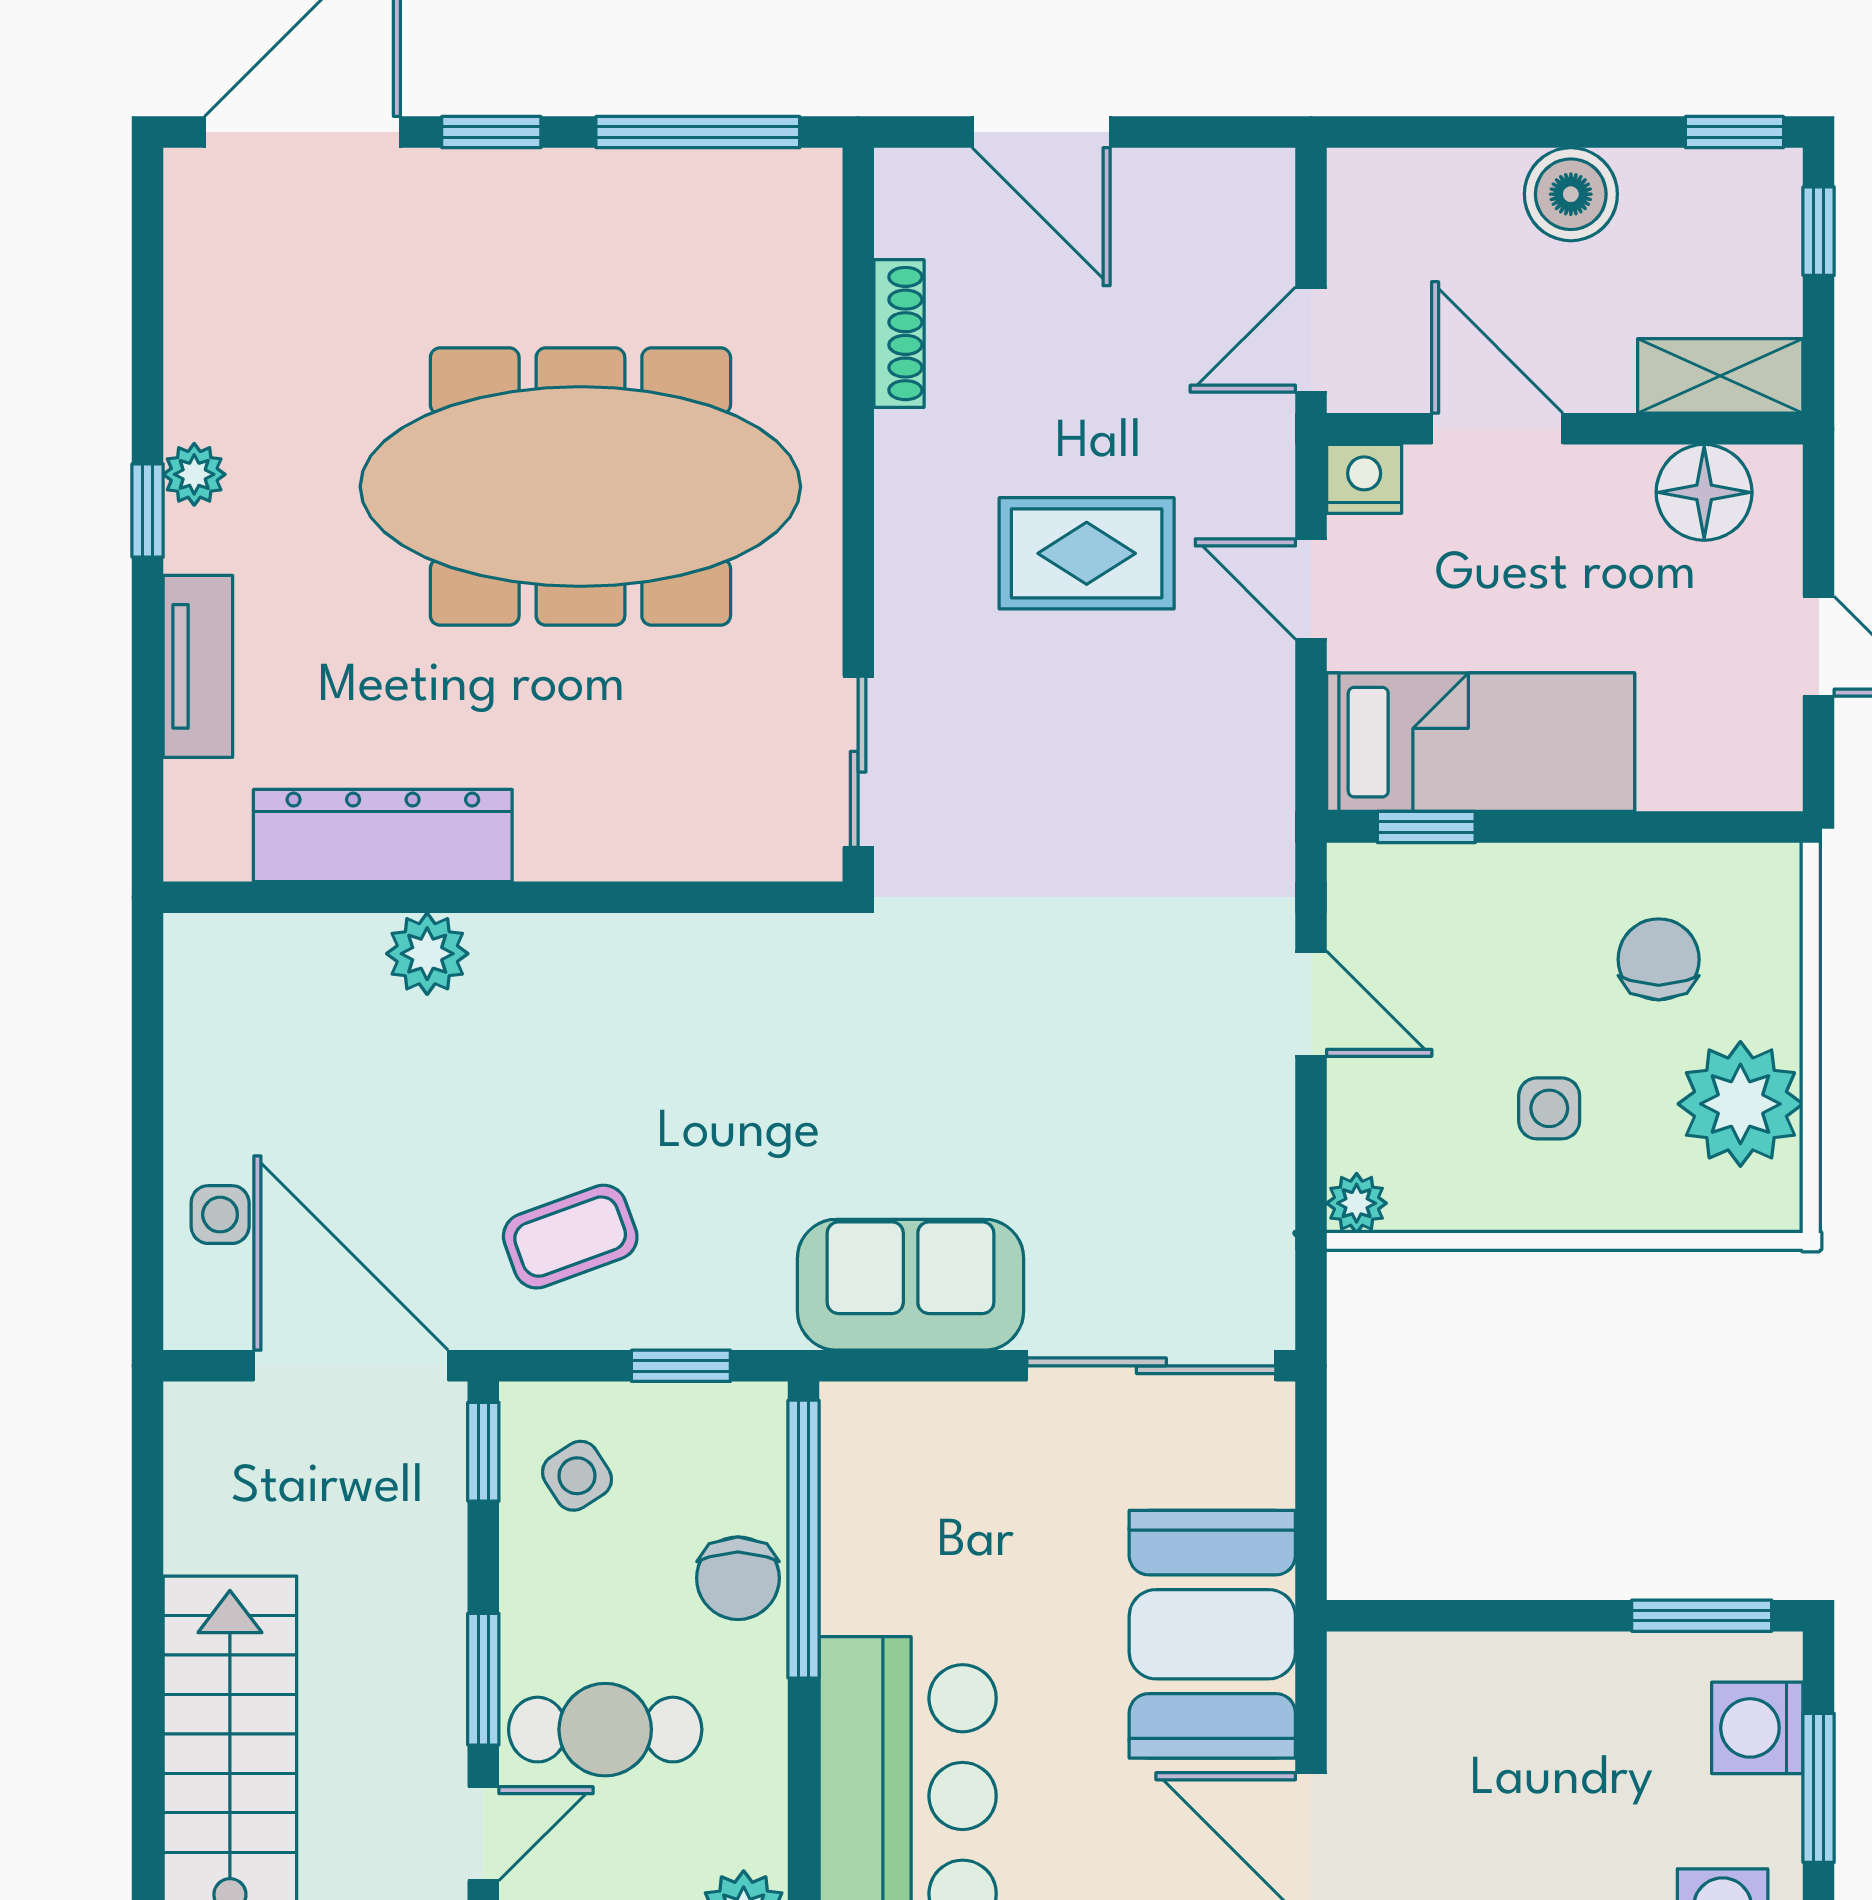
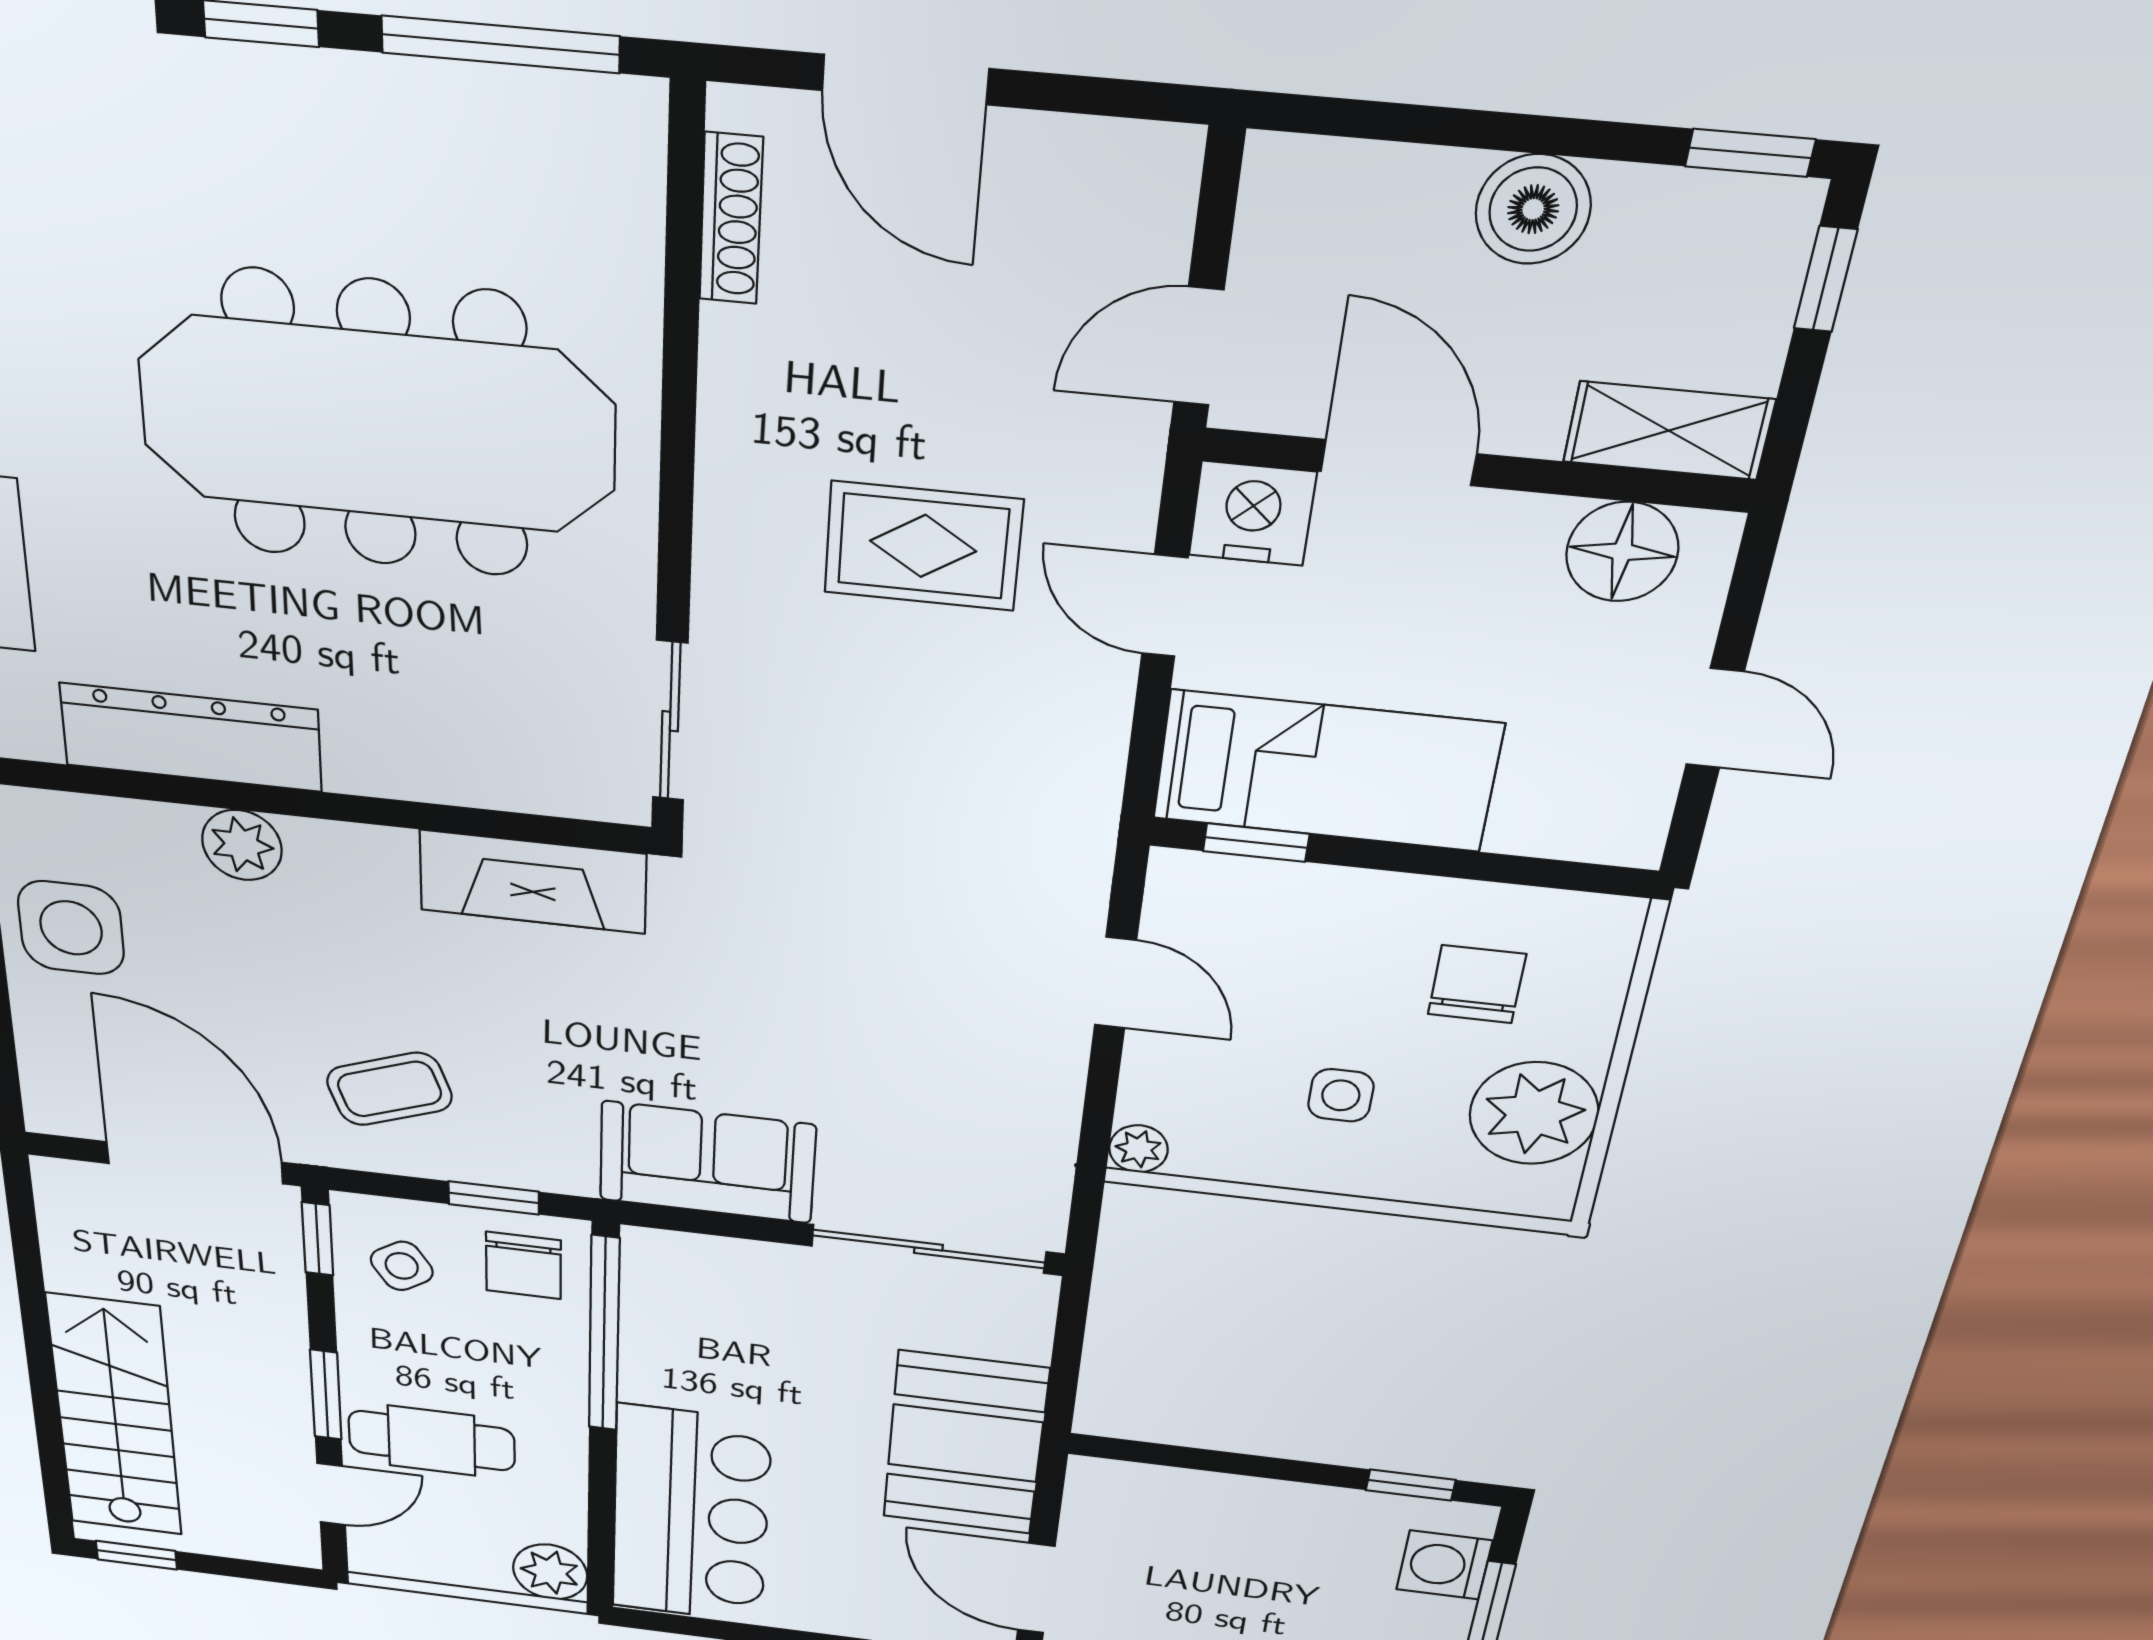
shoe rack: (899, 334) -> (731, 219), moved
nightstand: (1364, 479) -> (1252, 513), width x1.36, depth x1.33
fireplace: (724, 960) -> (533, 882), added
side table: (220, 1215) -> (71, 928), moved, width x1.87, depth x1.87
chair: (738, 1578) -> (523, 1265), moved
window: (1702, 1616) -> (1411, 1485), width x0.67

